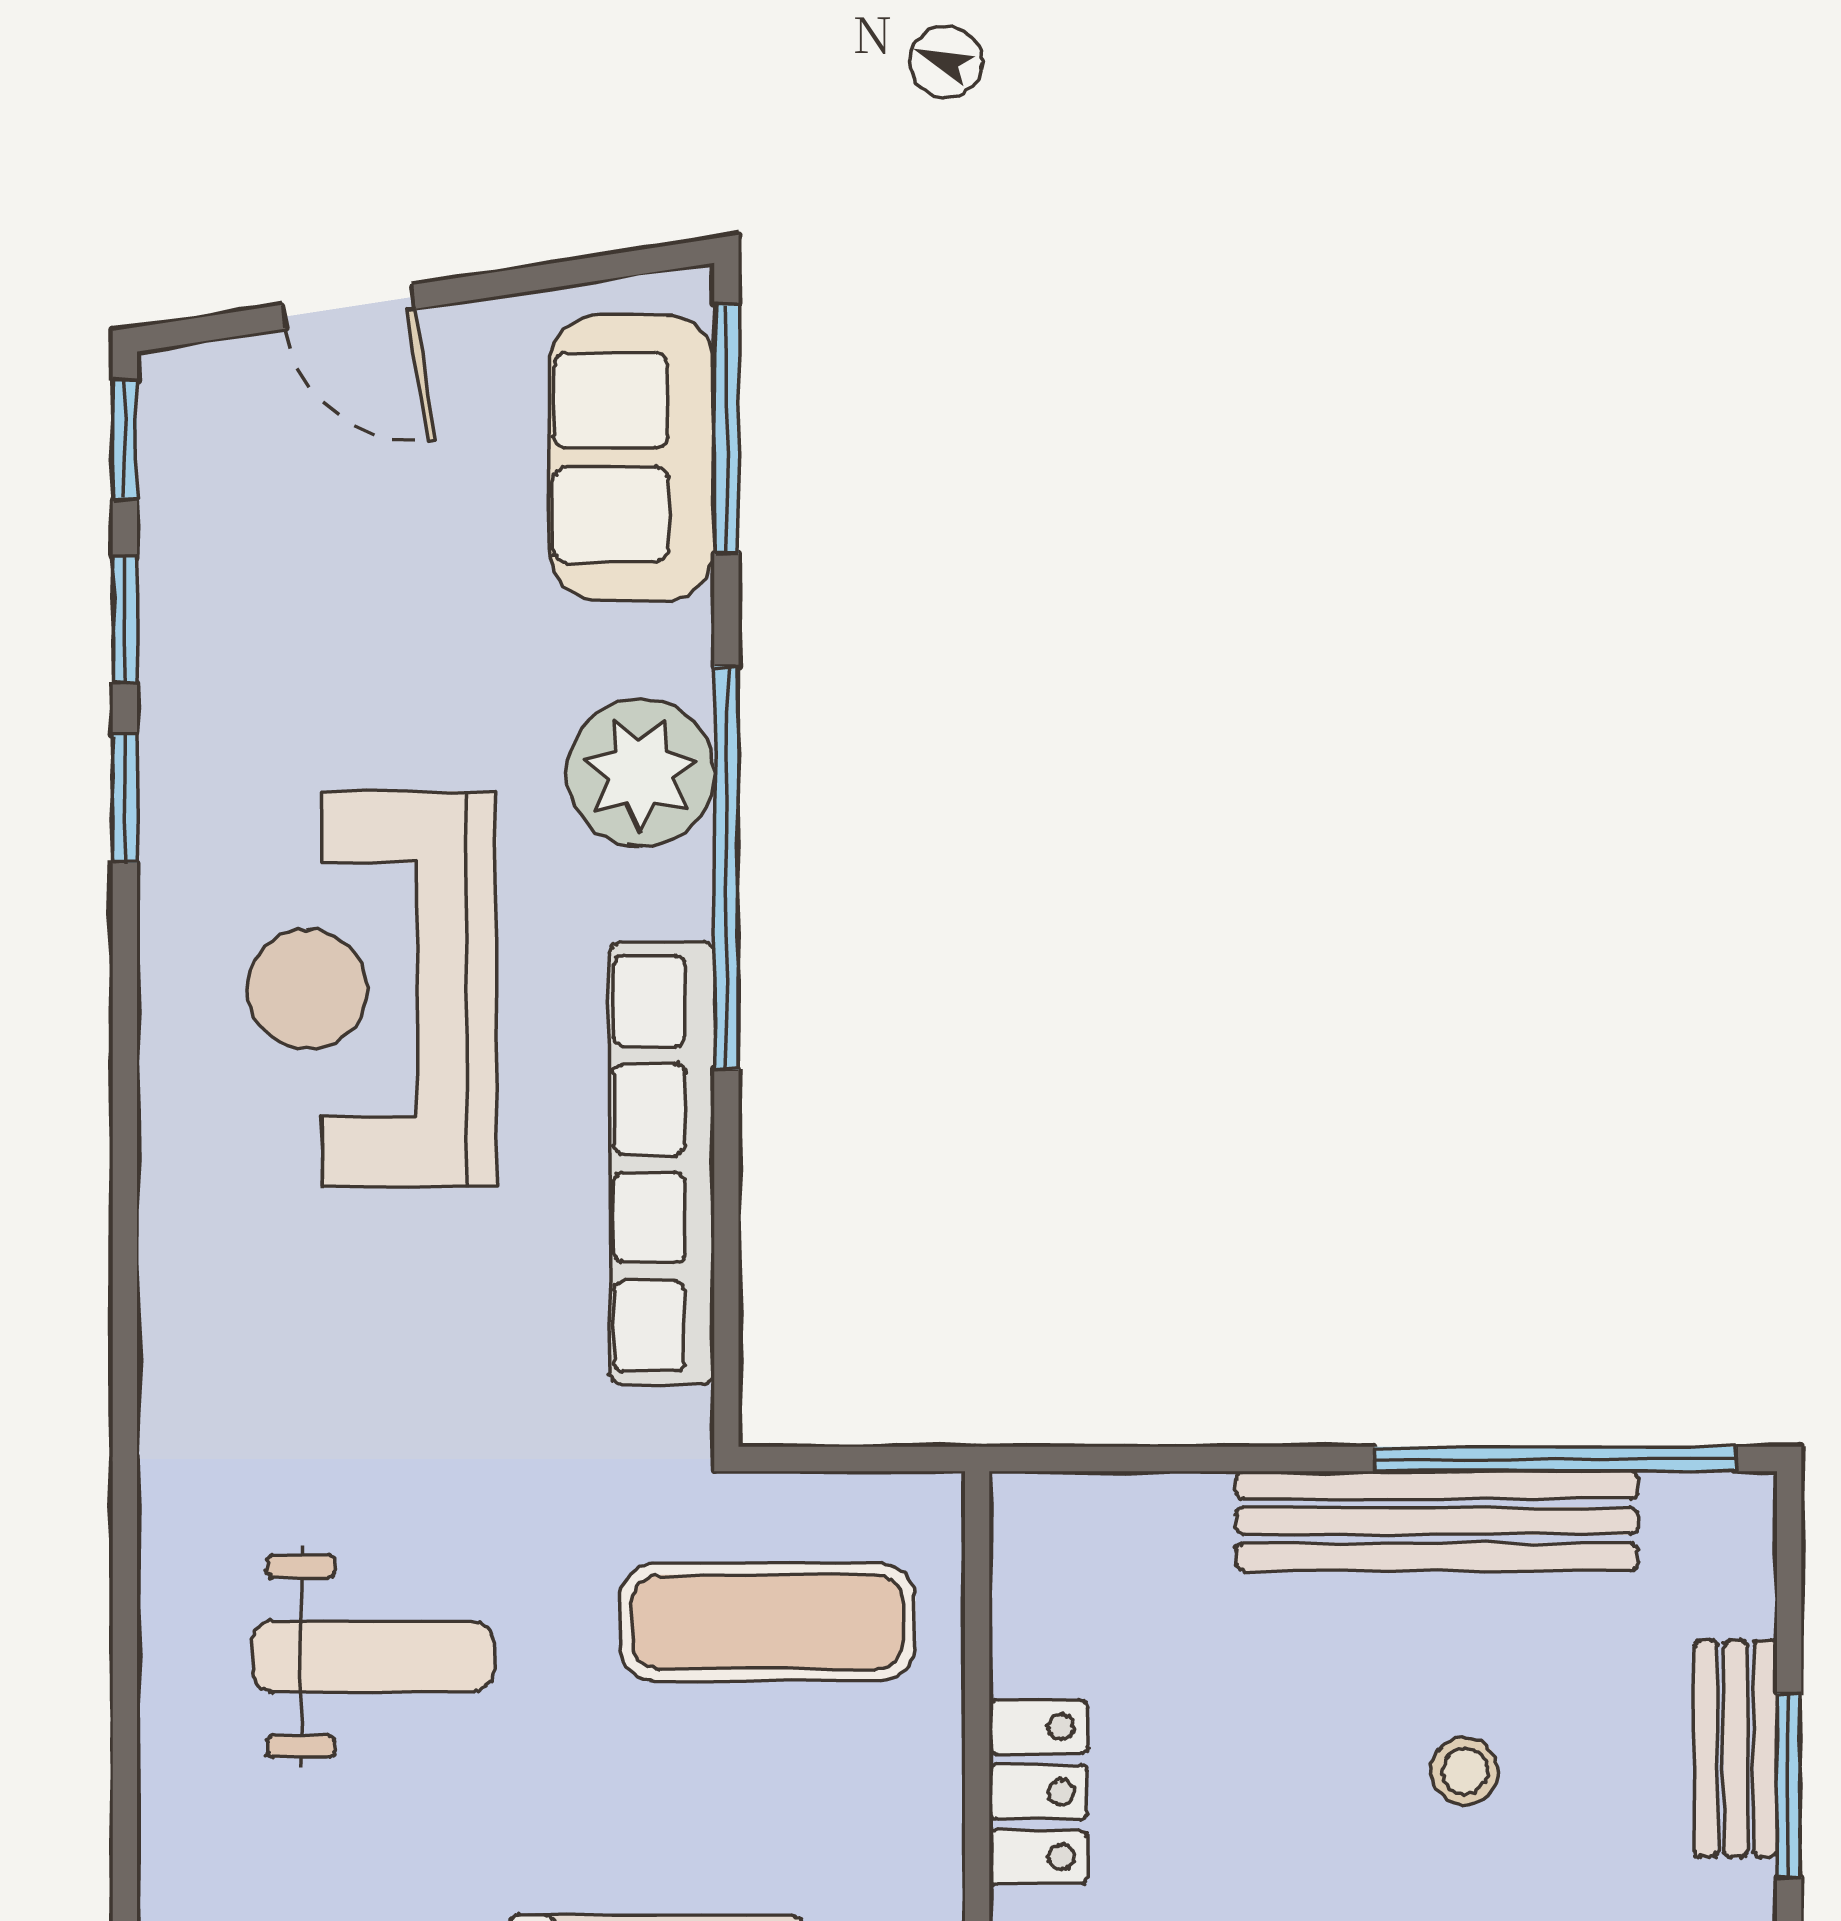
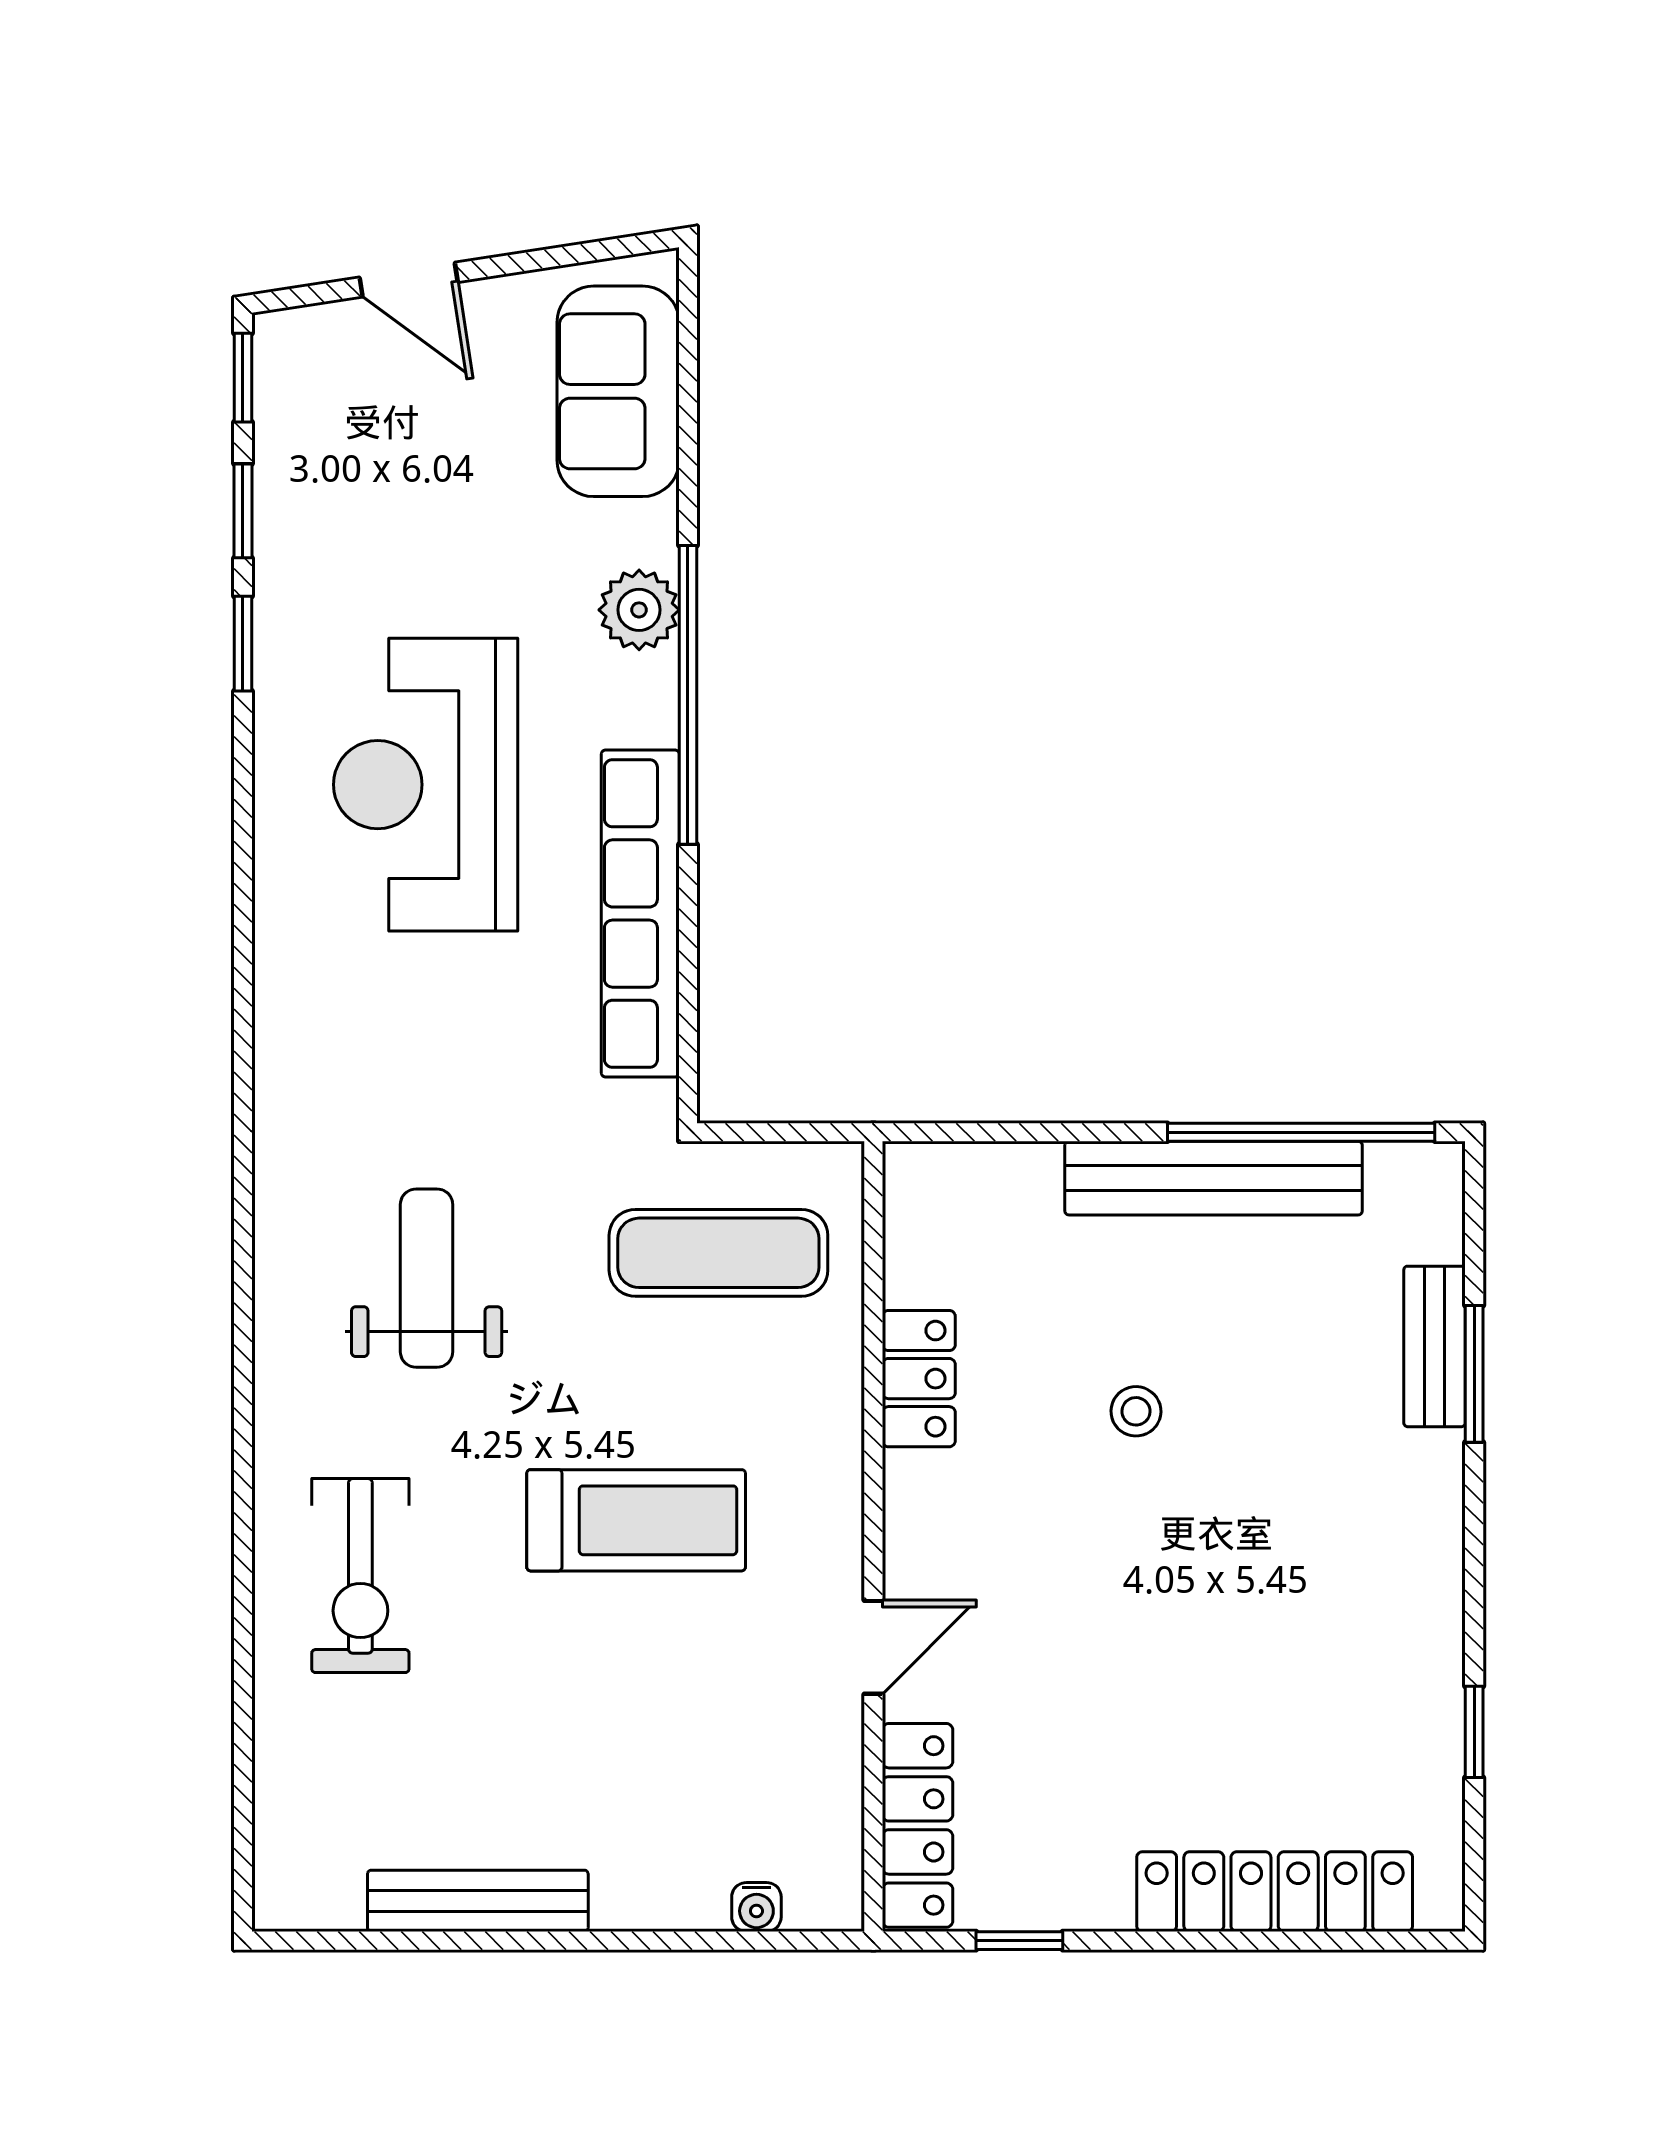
window: (726, 429) -> (688, 370), removed
plant: (641, 773) -> (639, 610), width x0.73, depth x0.73
weight bench: (373, 1656) -> (427, 1278), turned -90
stool: (1465, 1771) -> (1136, 1411), moved

